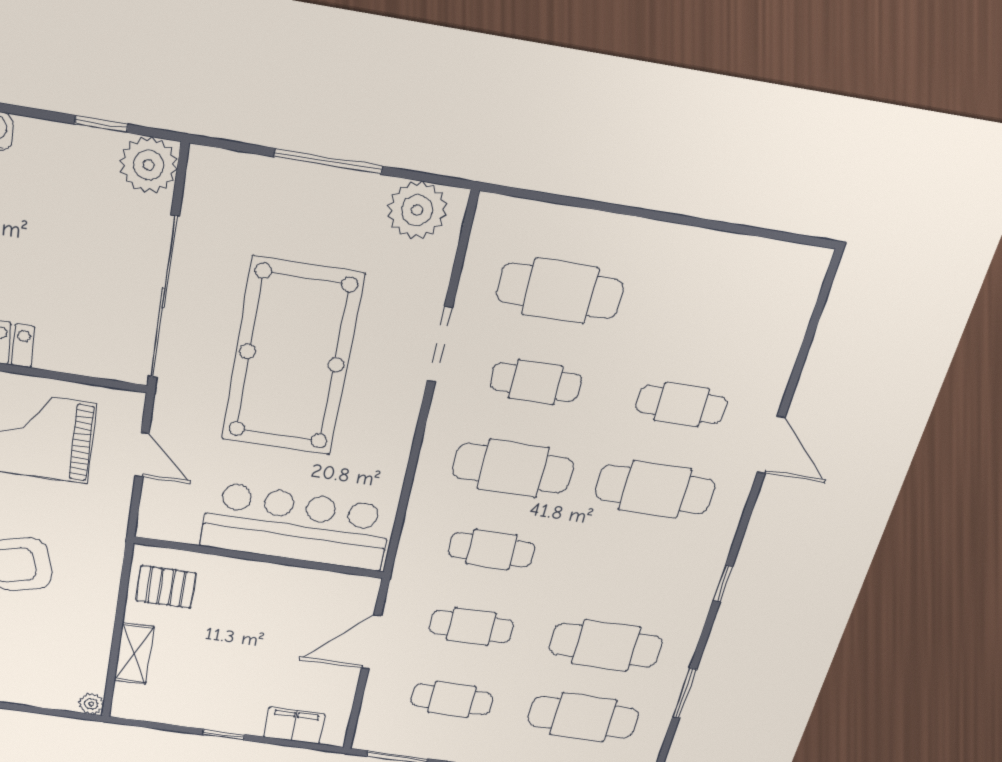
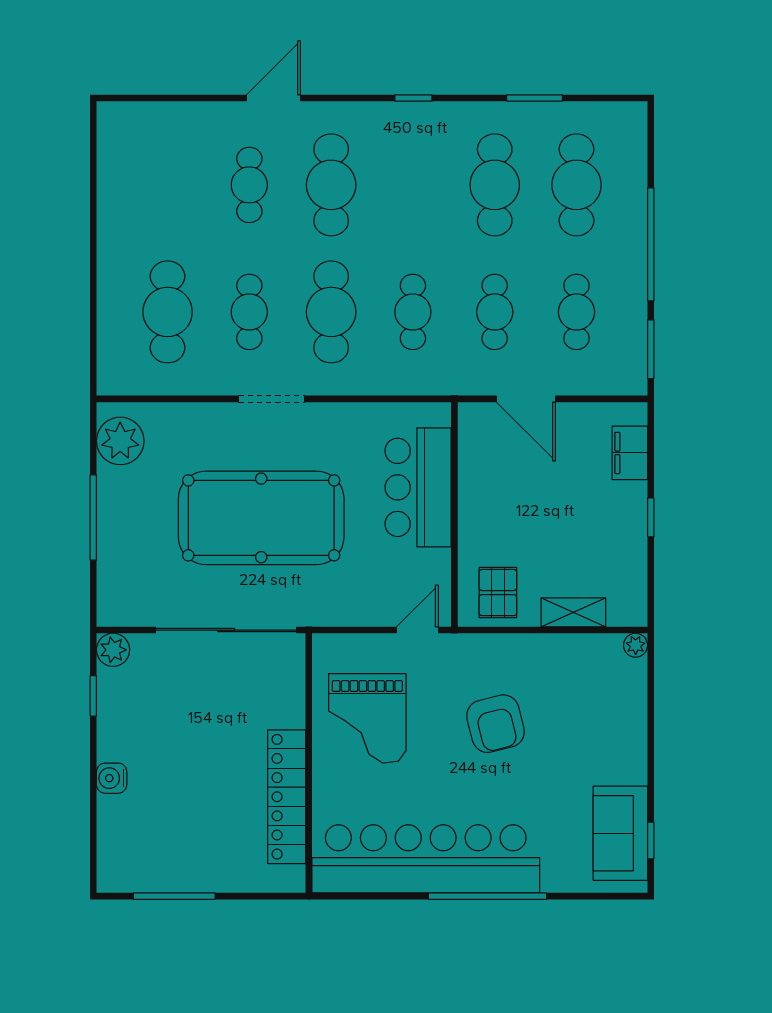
plant: (149, 165) -> (113, 650), width x0.73, depth x0.73
doorway: (440, 345) -> (272, 399), moved
door: (142, 455) -> (417, 630), moved
bar counter: (296, 527) -> (418, 487), width x0.73

